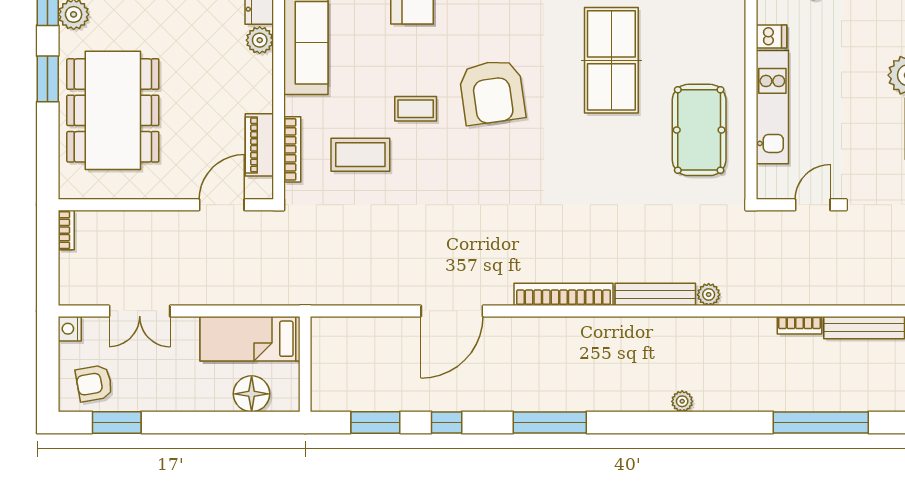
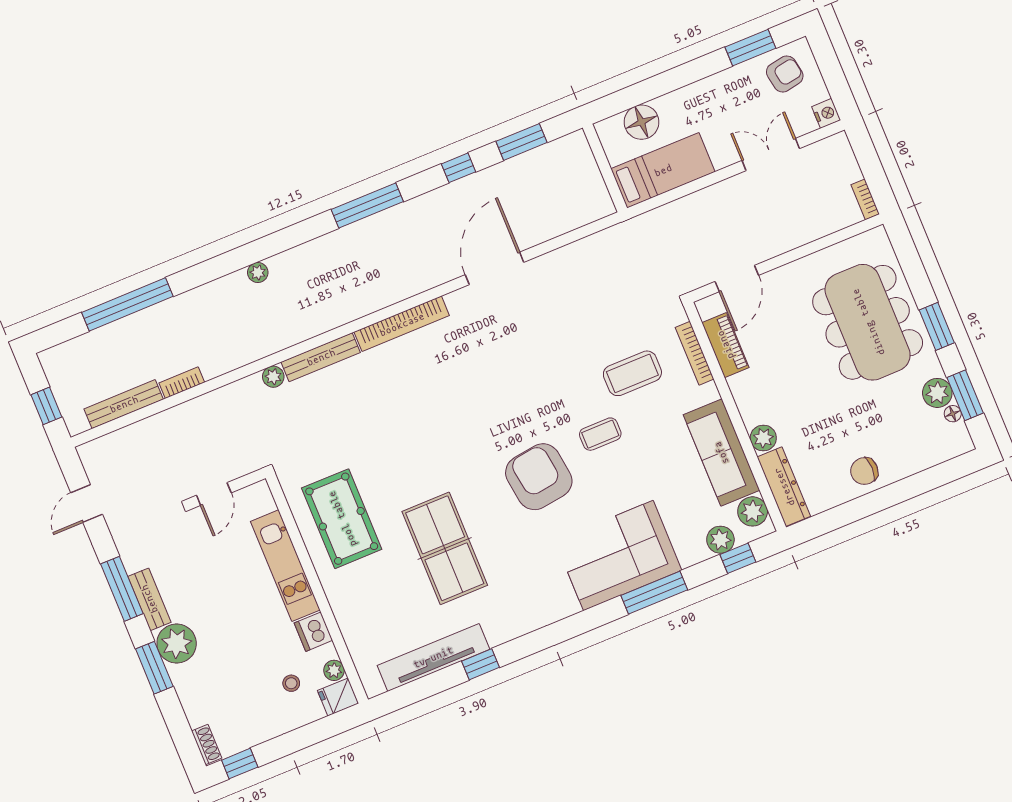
dishwasher: (771, 37) -> (313, 632), width x1.38

